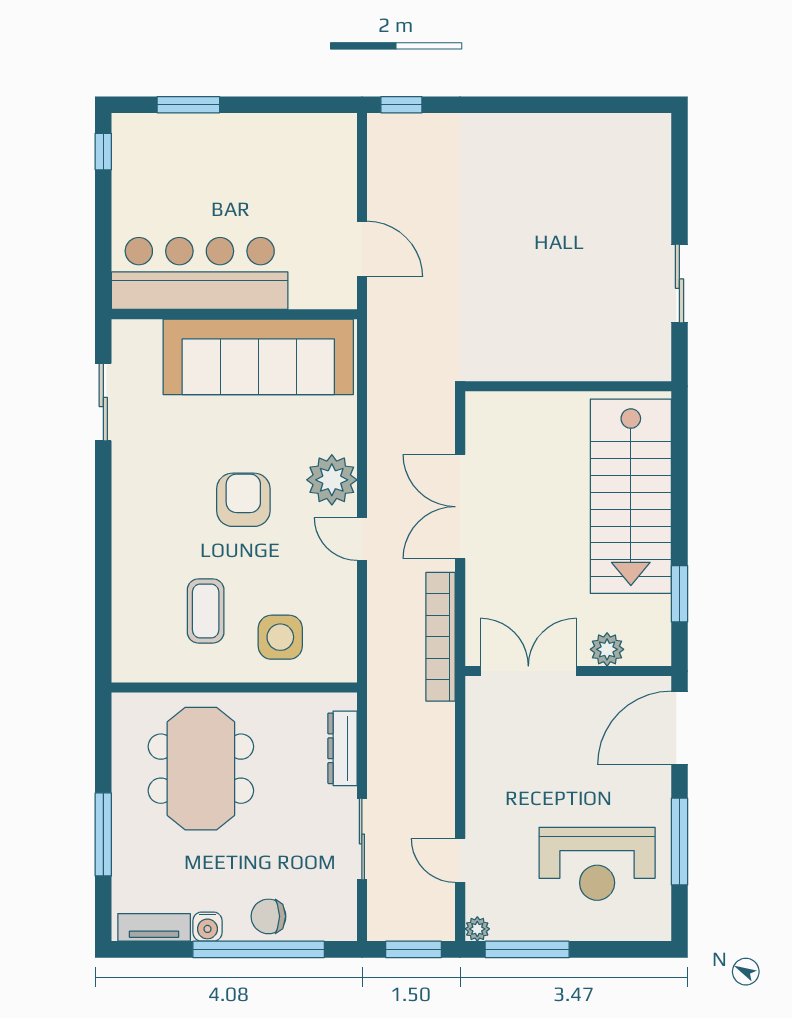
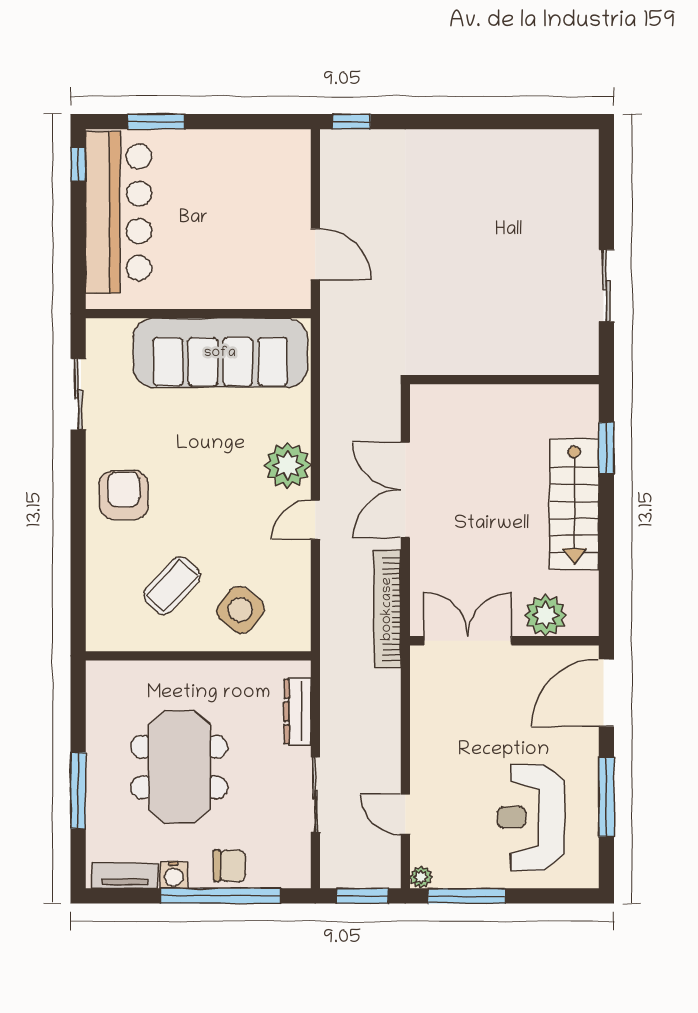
bar counter: (200, 273) -> (119, 212), moved, turned 90
stairs: (631, 496) -> (574, 504), width x0.73, depth x0.66
armchair: (243, 500) -> (124, 495), moved
door: (362, 539) -> (315, 520), hinge flipped
window: (679, 594) -> (606, 448), moved
coffee table: (206, 611) -> (172, 586), turned 43
side table: (280, 637) -> (240, 610), turned 37
plant: (607, 649) -> (545, 615), width x1.36, depth x1.36
meeting table: (201, 769) -> (179, 767), moved
reception desk: (597, 864) -> (531, 817), turned 90
chair: (268, 916) -> (230, 866), turned 180

